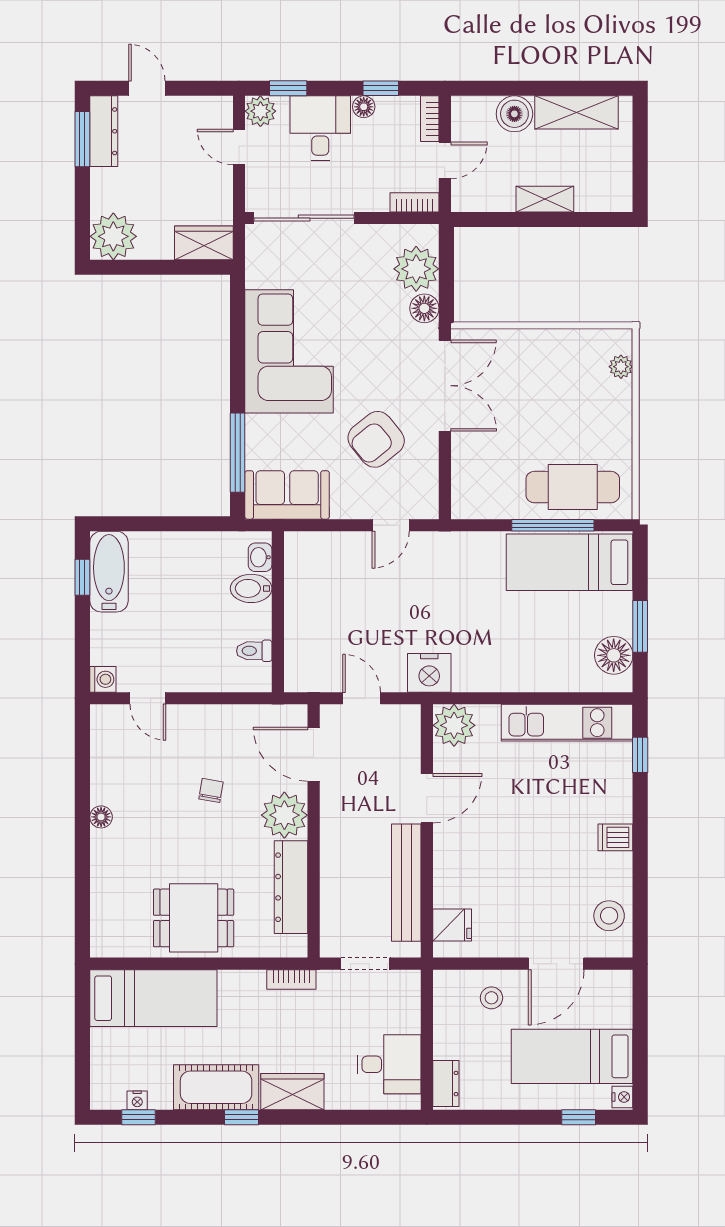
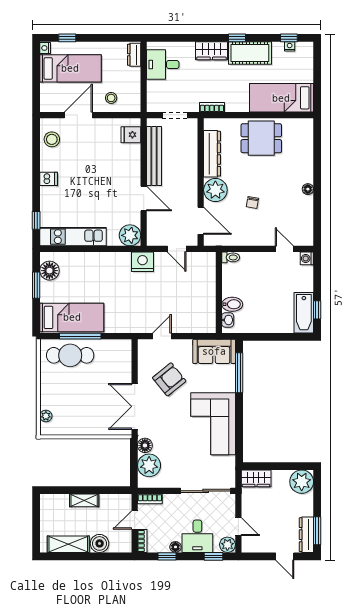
toilet: (254, 651) -> (231, 257), moved
door: (427, 798) -> (144, 199), swing flipped

